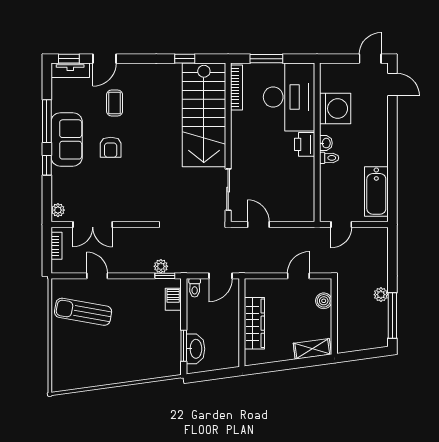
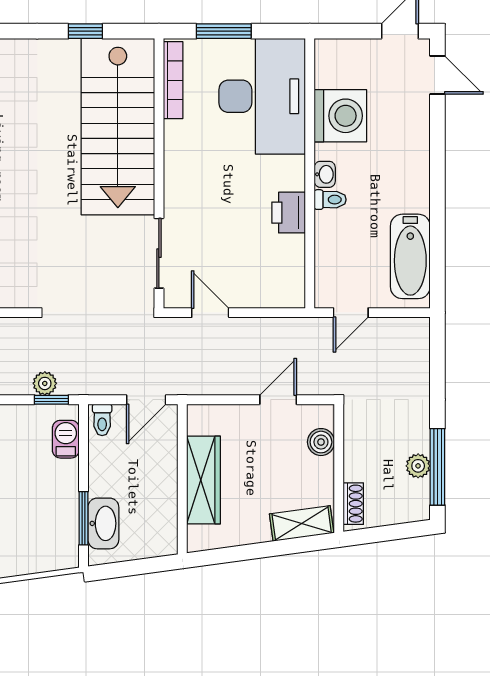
printer: (305, 144) -> (289, 213), moved
plant: (381, 295) -> (418, 466), moved
shoe rack: (343, 337) -> (353, 504), added

